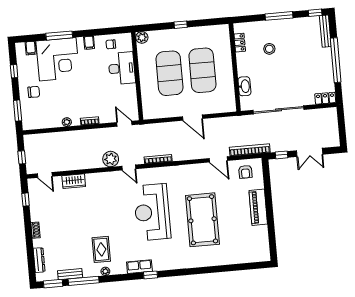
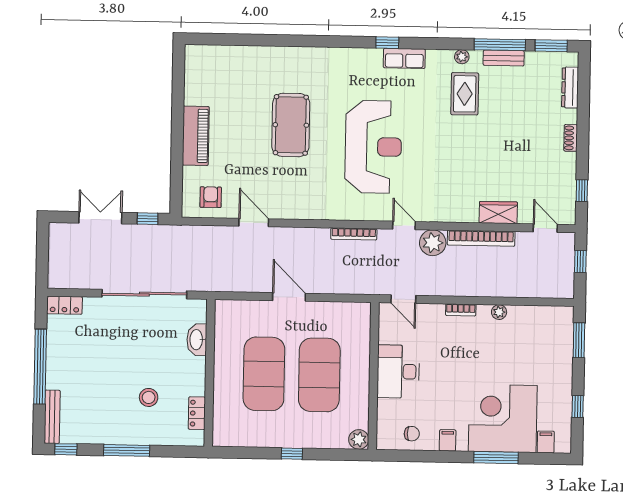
desk: (122, 68) -> (398, 372), moved
chair: (34, 92) -> (549, 368), removed
bookcase: (250, 150) -> (481, 238), moved
pool table: (202, 220) -> (291, 125), width x0.73, depth x0.76
bench: (70, 274) -> (504, 58), moved

